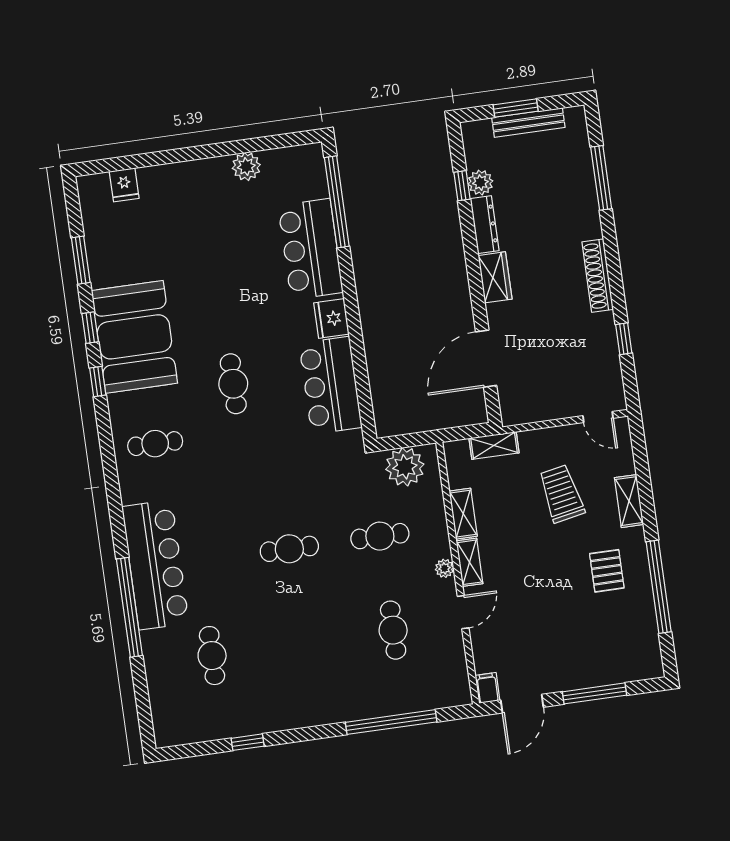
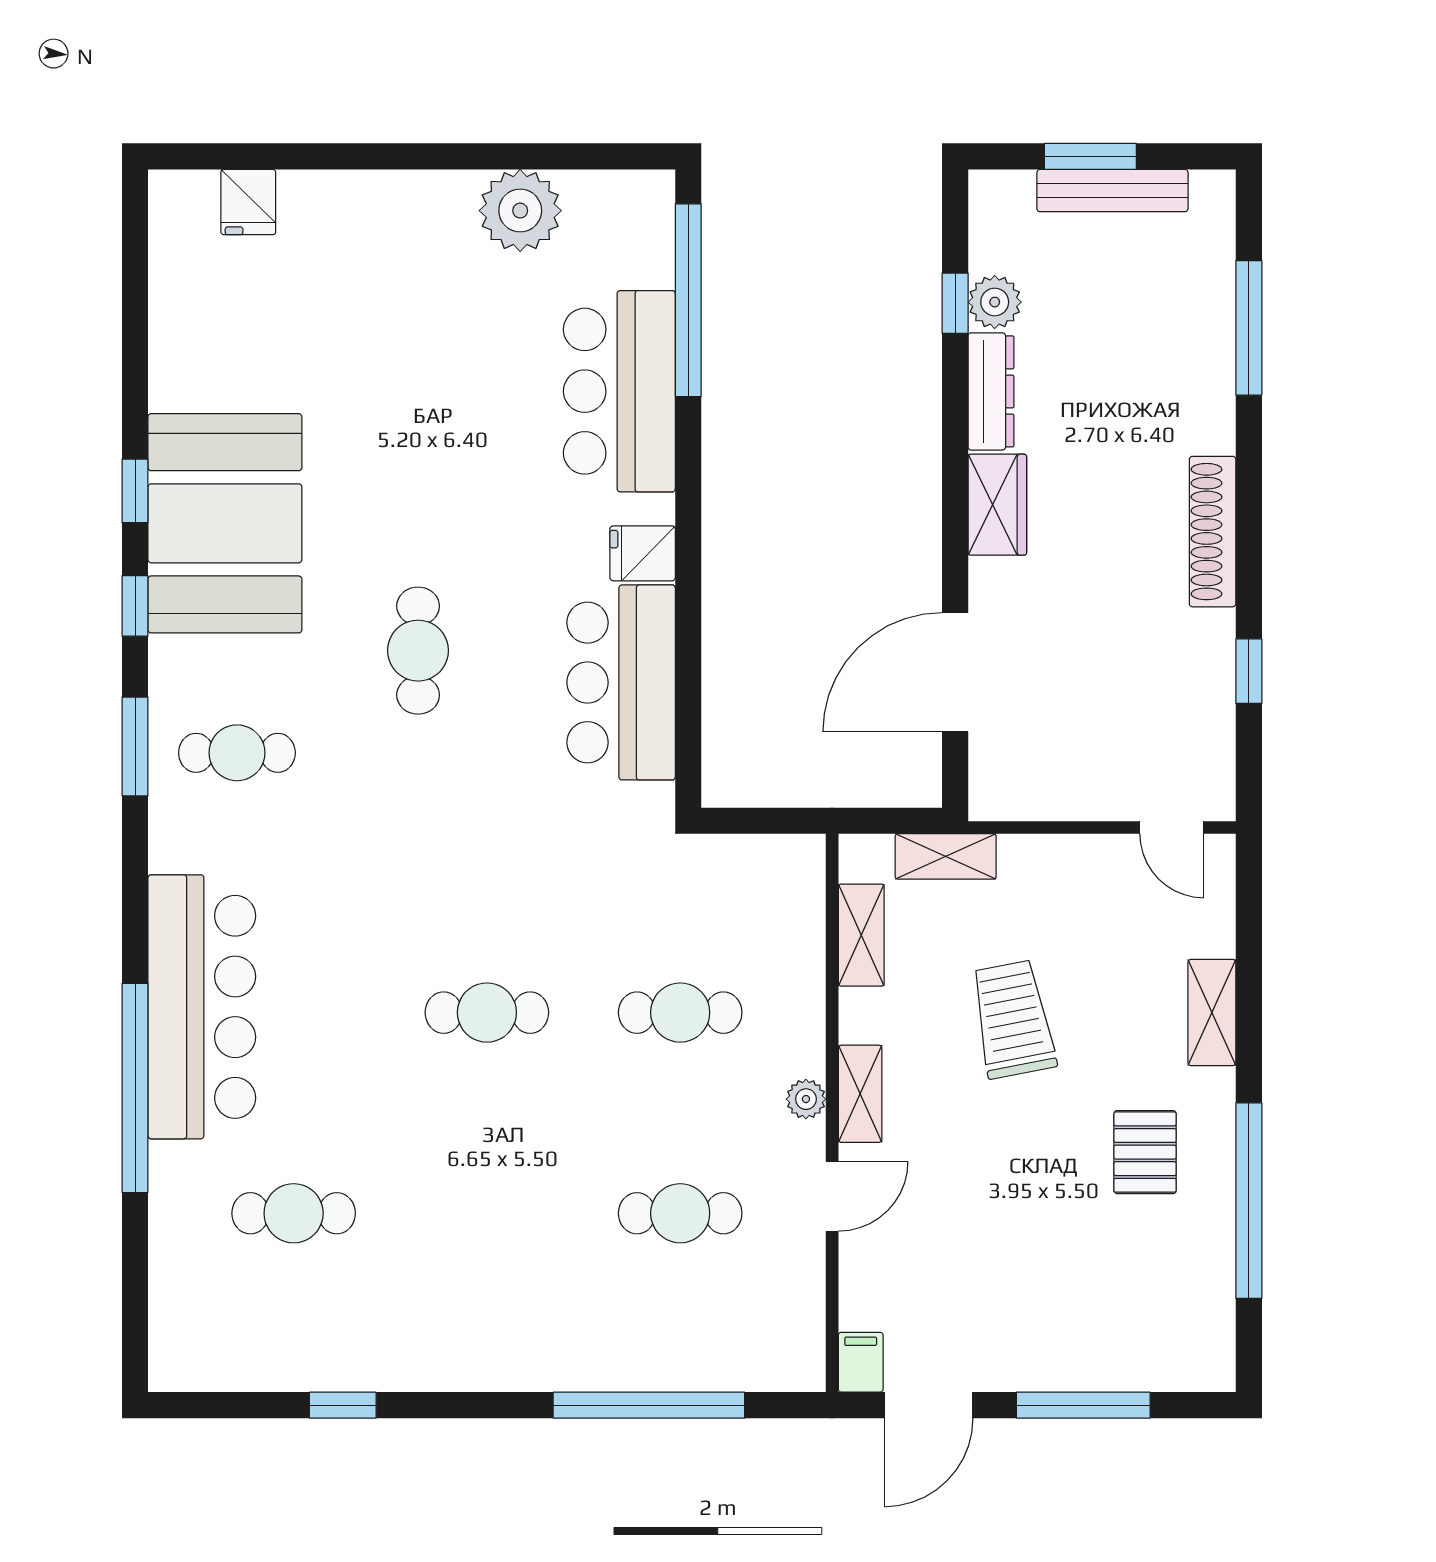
plant: (246, 166) -> (520, 211), width x1.36, depth x1.36
window: (81, 260) -> (135, 746), moved
fridge: (331, 319) -> (643, 553), width x0.72
plant: (405, 467) -> (753, 875), removed
trolley: (561, 494) -> (1013, 1019), moved
shelving: (463, 514) -> (861, 935), moved
cafe table: (393, 630) -> (680, 1213), turned 90
cafe table: (212, 656) -> (294, 1213), turned 90

